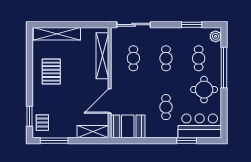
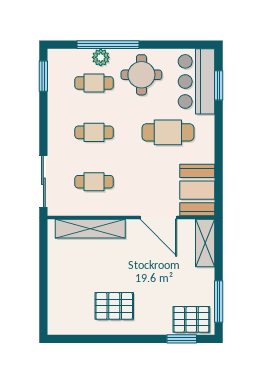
window: (192, 25) -> (43, 76), moved
shelving: (57, 34) -> (57, 297), removed
plant: (216, 36) -> (101, 57), moved
cafe table: (166, 107) -> (168, 132), width x1.37, depth x1.35
pallet: (42, 123) -> (191, 319), width x1.50, depth x1.42
window: (187, 141) -> (219, 85), moved

